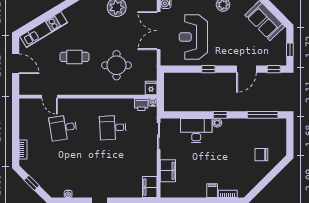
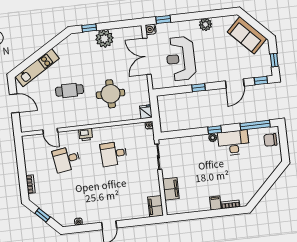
printer: (141, 105) -> (86, 135), moved
desk: (196, 131) -> (233, 143), moved
chair: (261, 155) -> (270, 140), moved

